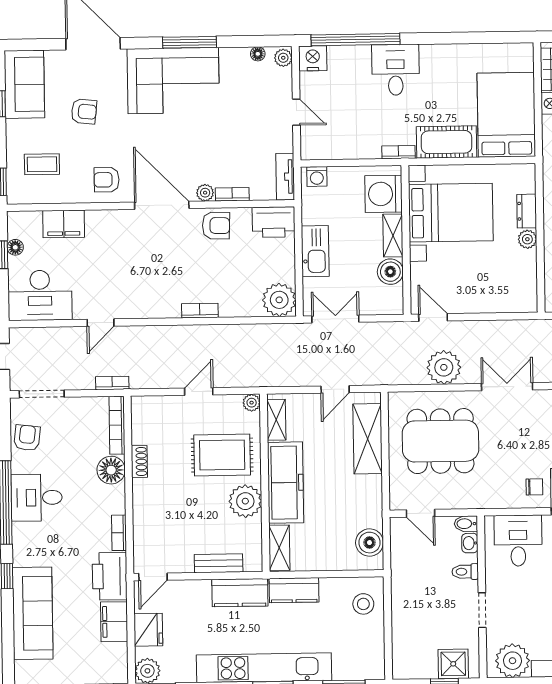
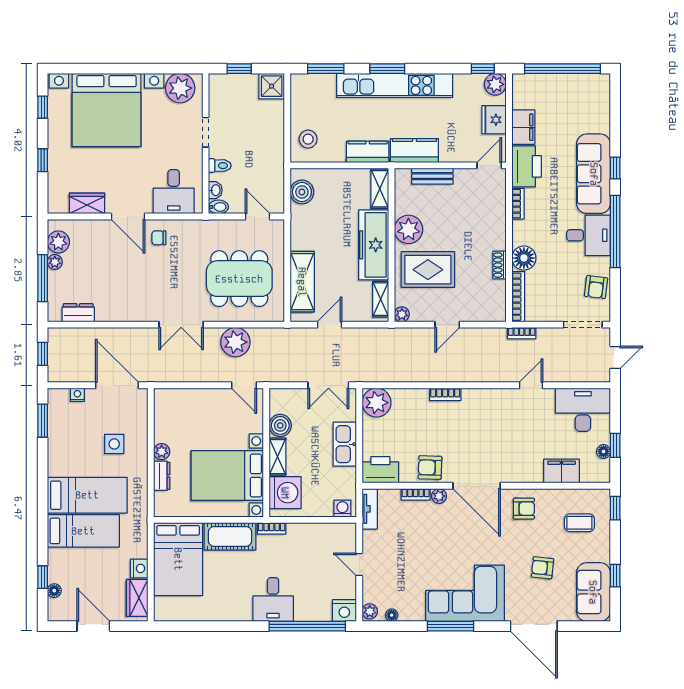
sofa: (33, 613) -> (594, 174), moved
shower: (453, 664) -> (272, 86), moved

